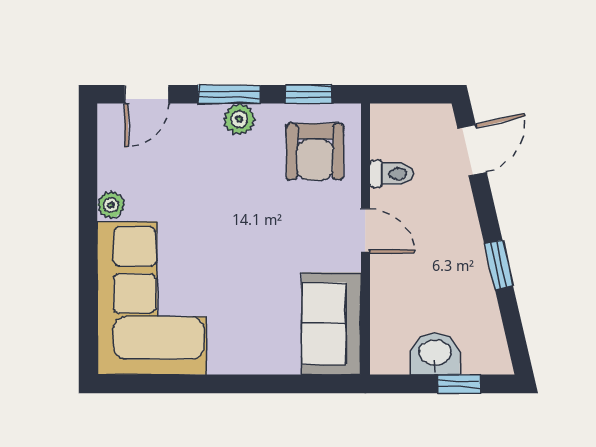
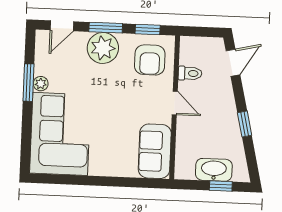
plant: (239, 119) -> (103, 48), width x1.87, depth x1.87
window: (88, 204) -> (28, 83), added
washbasin: (435, 354) -> (214, 170), width x1.38

